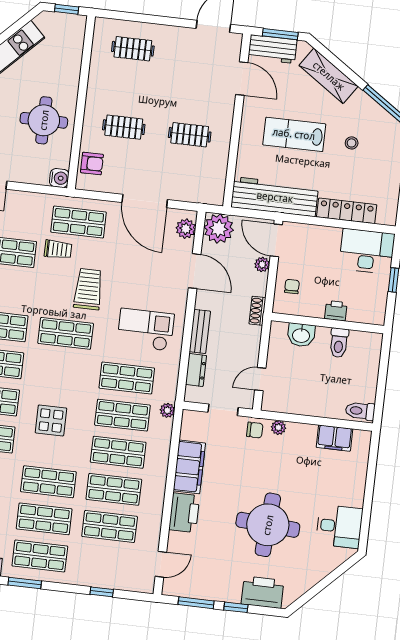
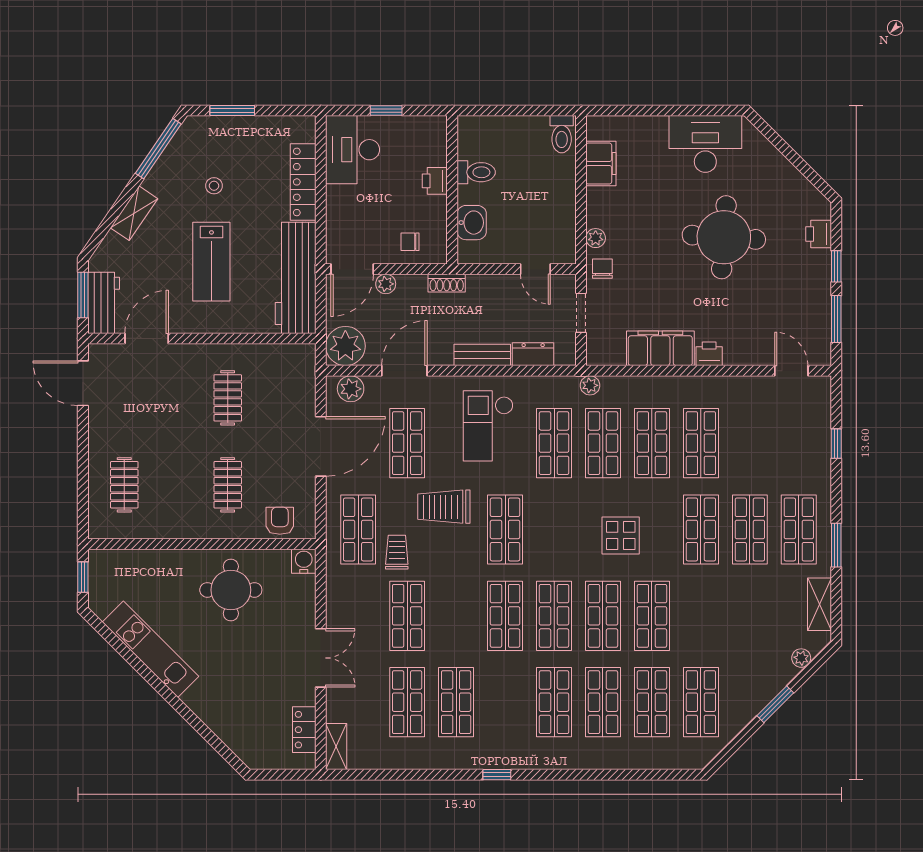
shelving: (329, 76) -> (134, 213), width x0.67, depth x0.75
printer: (184, 513) -> (709, 354), width x0.53, depth x0.68
shop shelf: (110, 526) -> (407, 443), moved
desk: (339, 526) -> (705, 144), width x1.37
printer: (263, 592) -> (819, 234), width x0.53, depth x0.68

